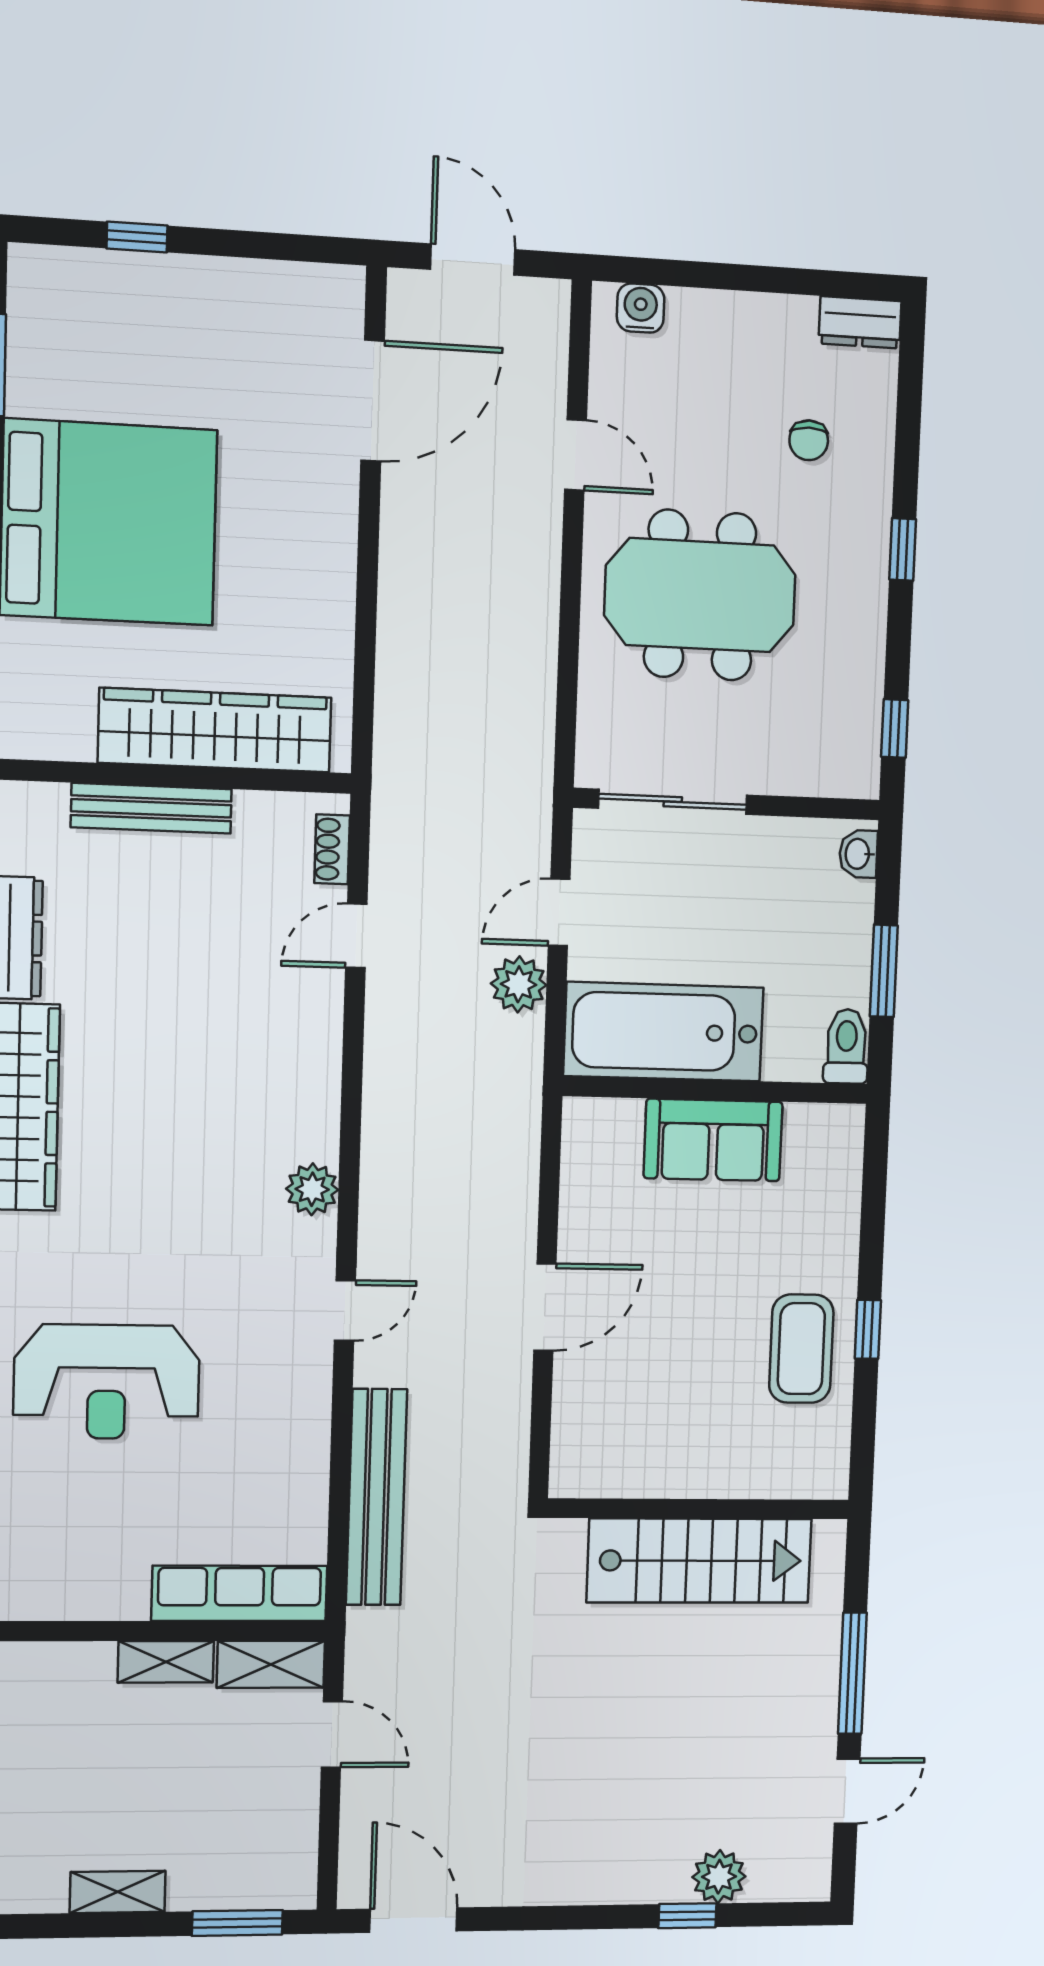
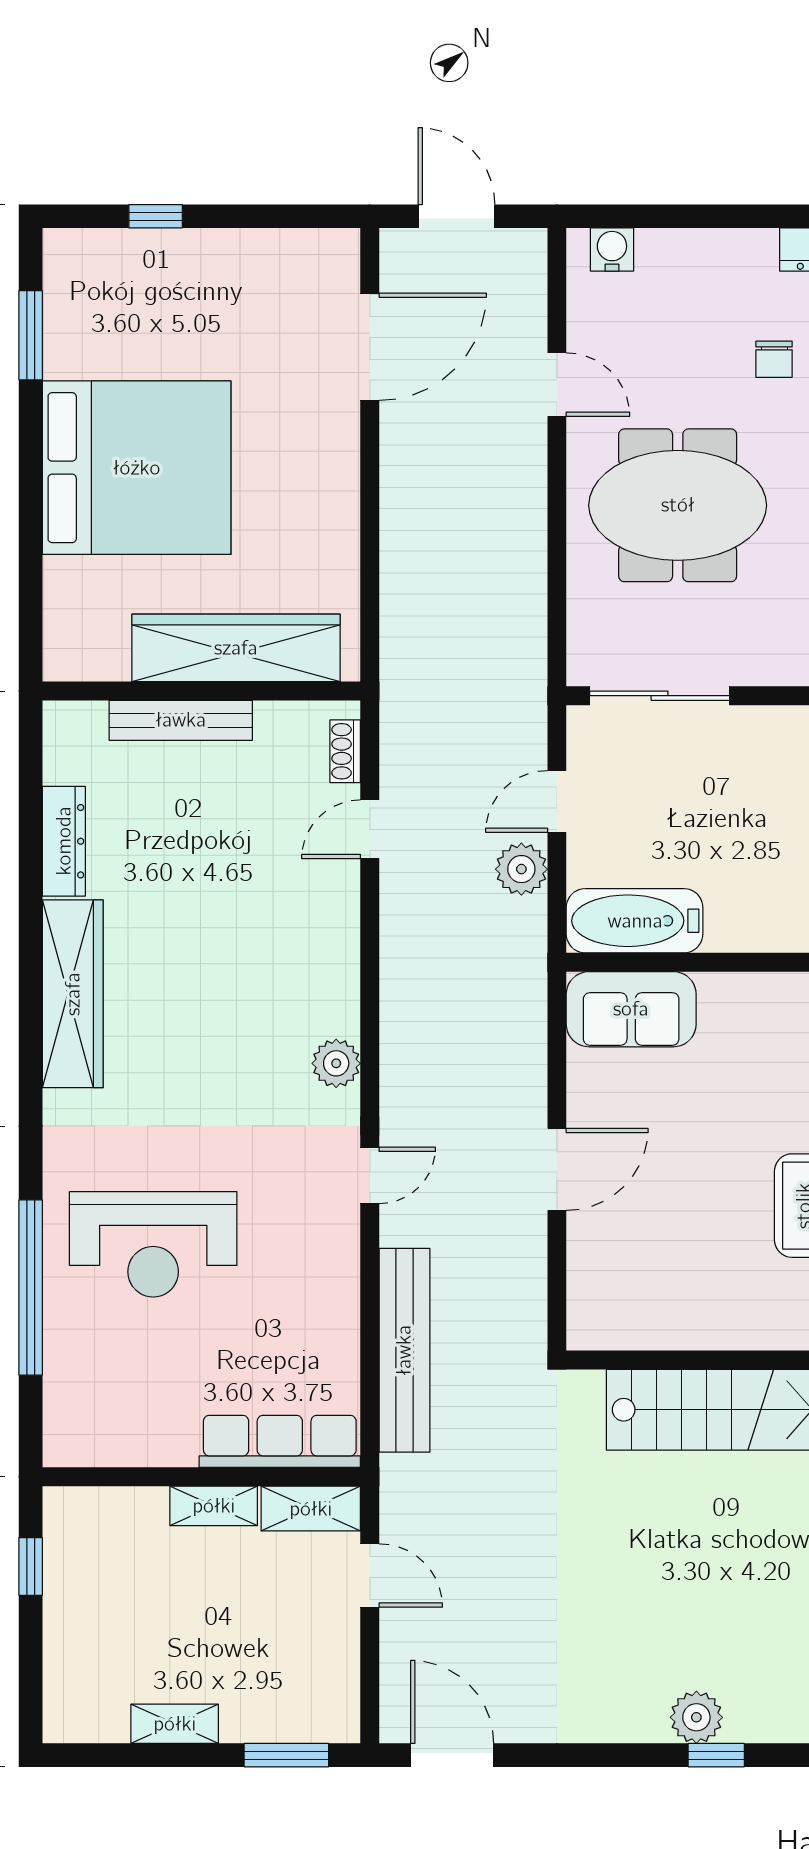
bathtub: (664, 1032) -> (635, 921), width x0.73, depth x0.73
sofa: (713, 1140) -> (631, 1009), moved
plant: (719, 1877) -> (696, 1717), moved

